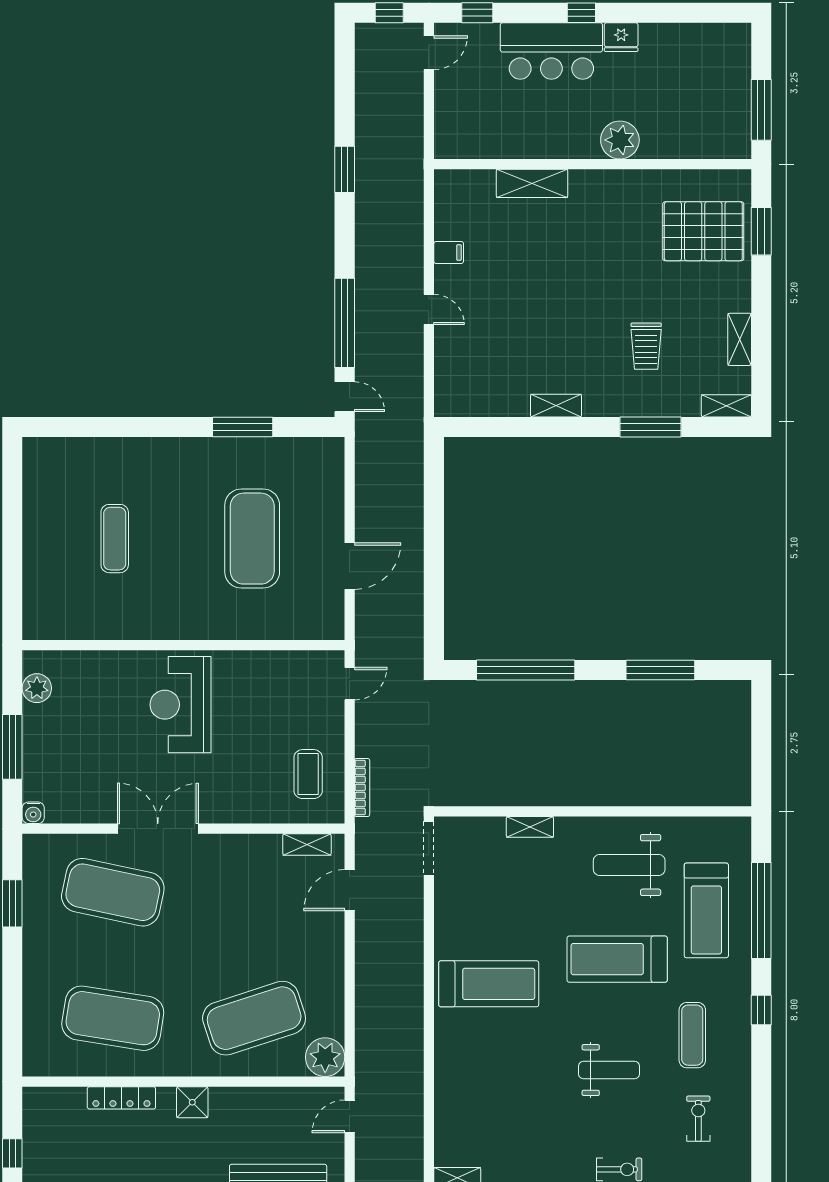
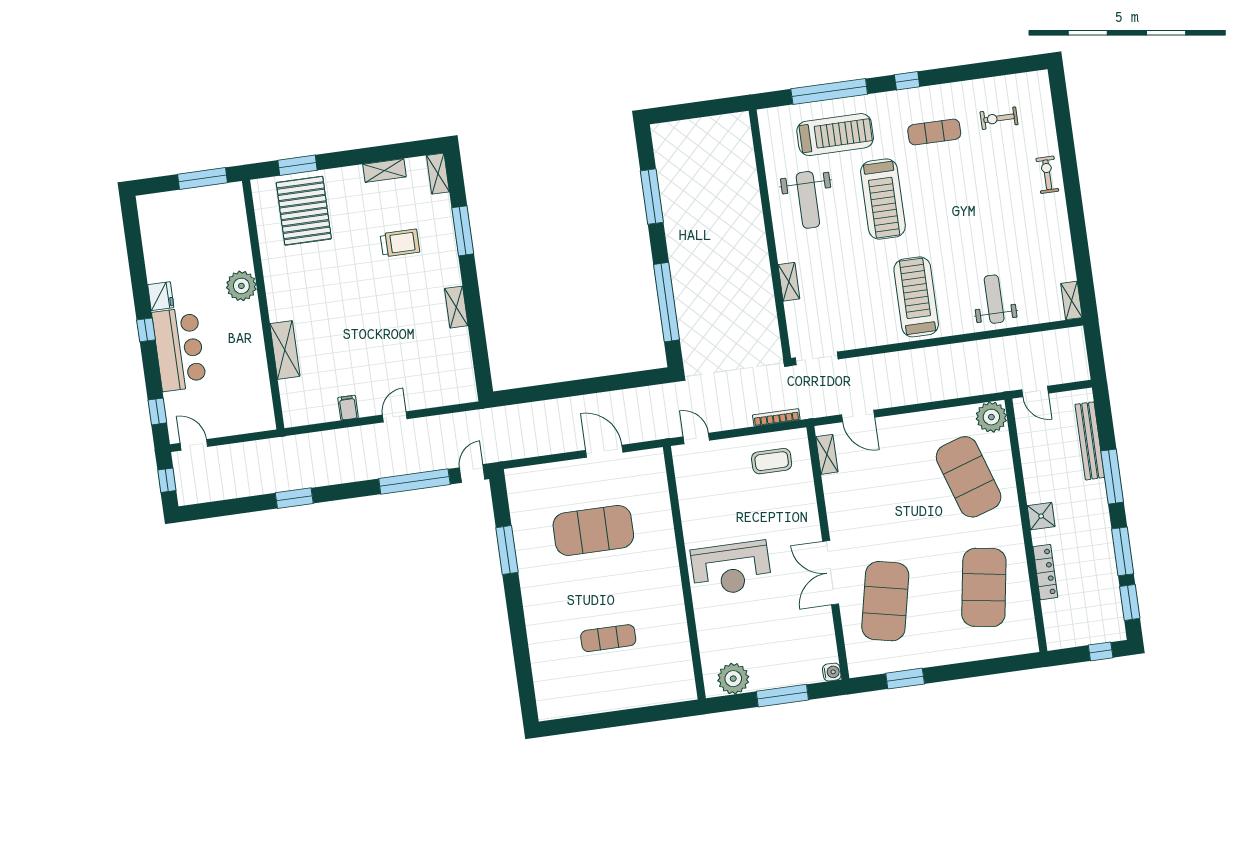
plant: (37, 688) -> (733, 679), width x1.36, depth x1.36
weight bench: (609, 1070) -> (994, 299), moved

